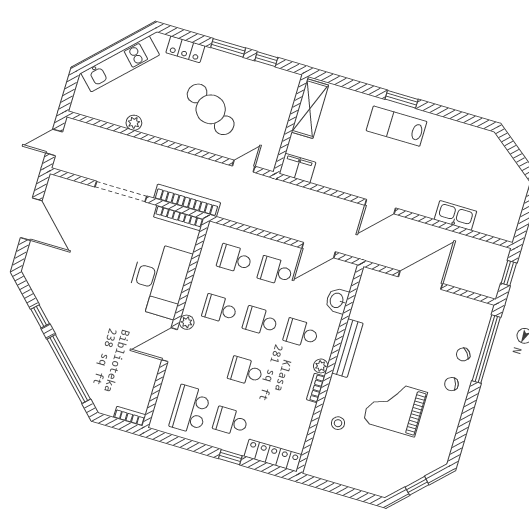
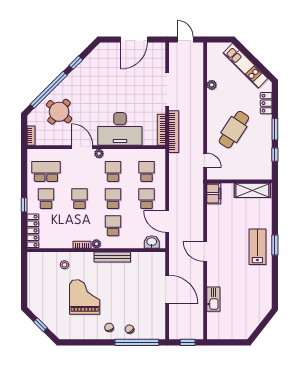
washbasin: (337, 301) -> (152, 242), moved
round table: (106, 363) -> (59, 112), added

